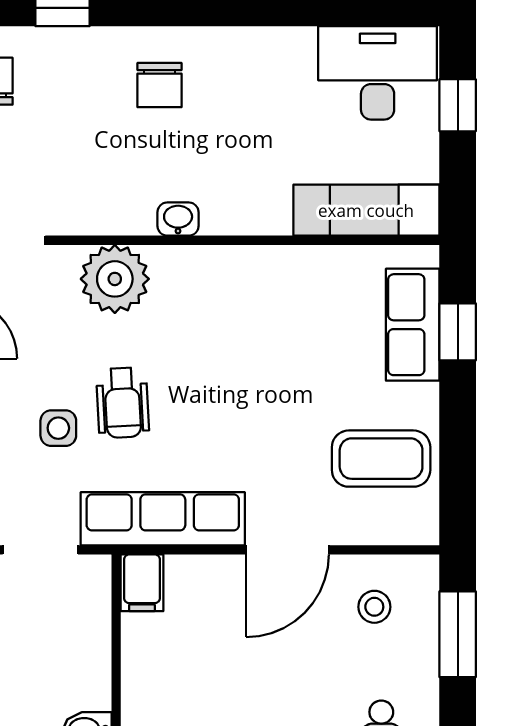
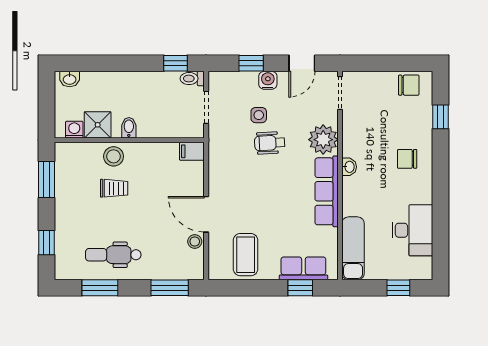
desk: (378, 73) -> (412, 230), moved
row of seats: (163, 519) -> (327, 191), moved, turned 180
stool: (374, 607) -> (195, 241), moved

